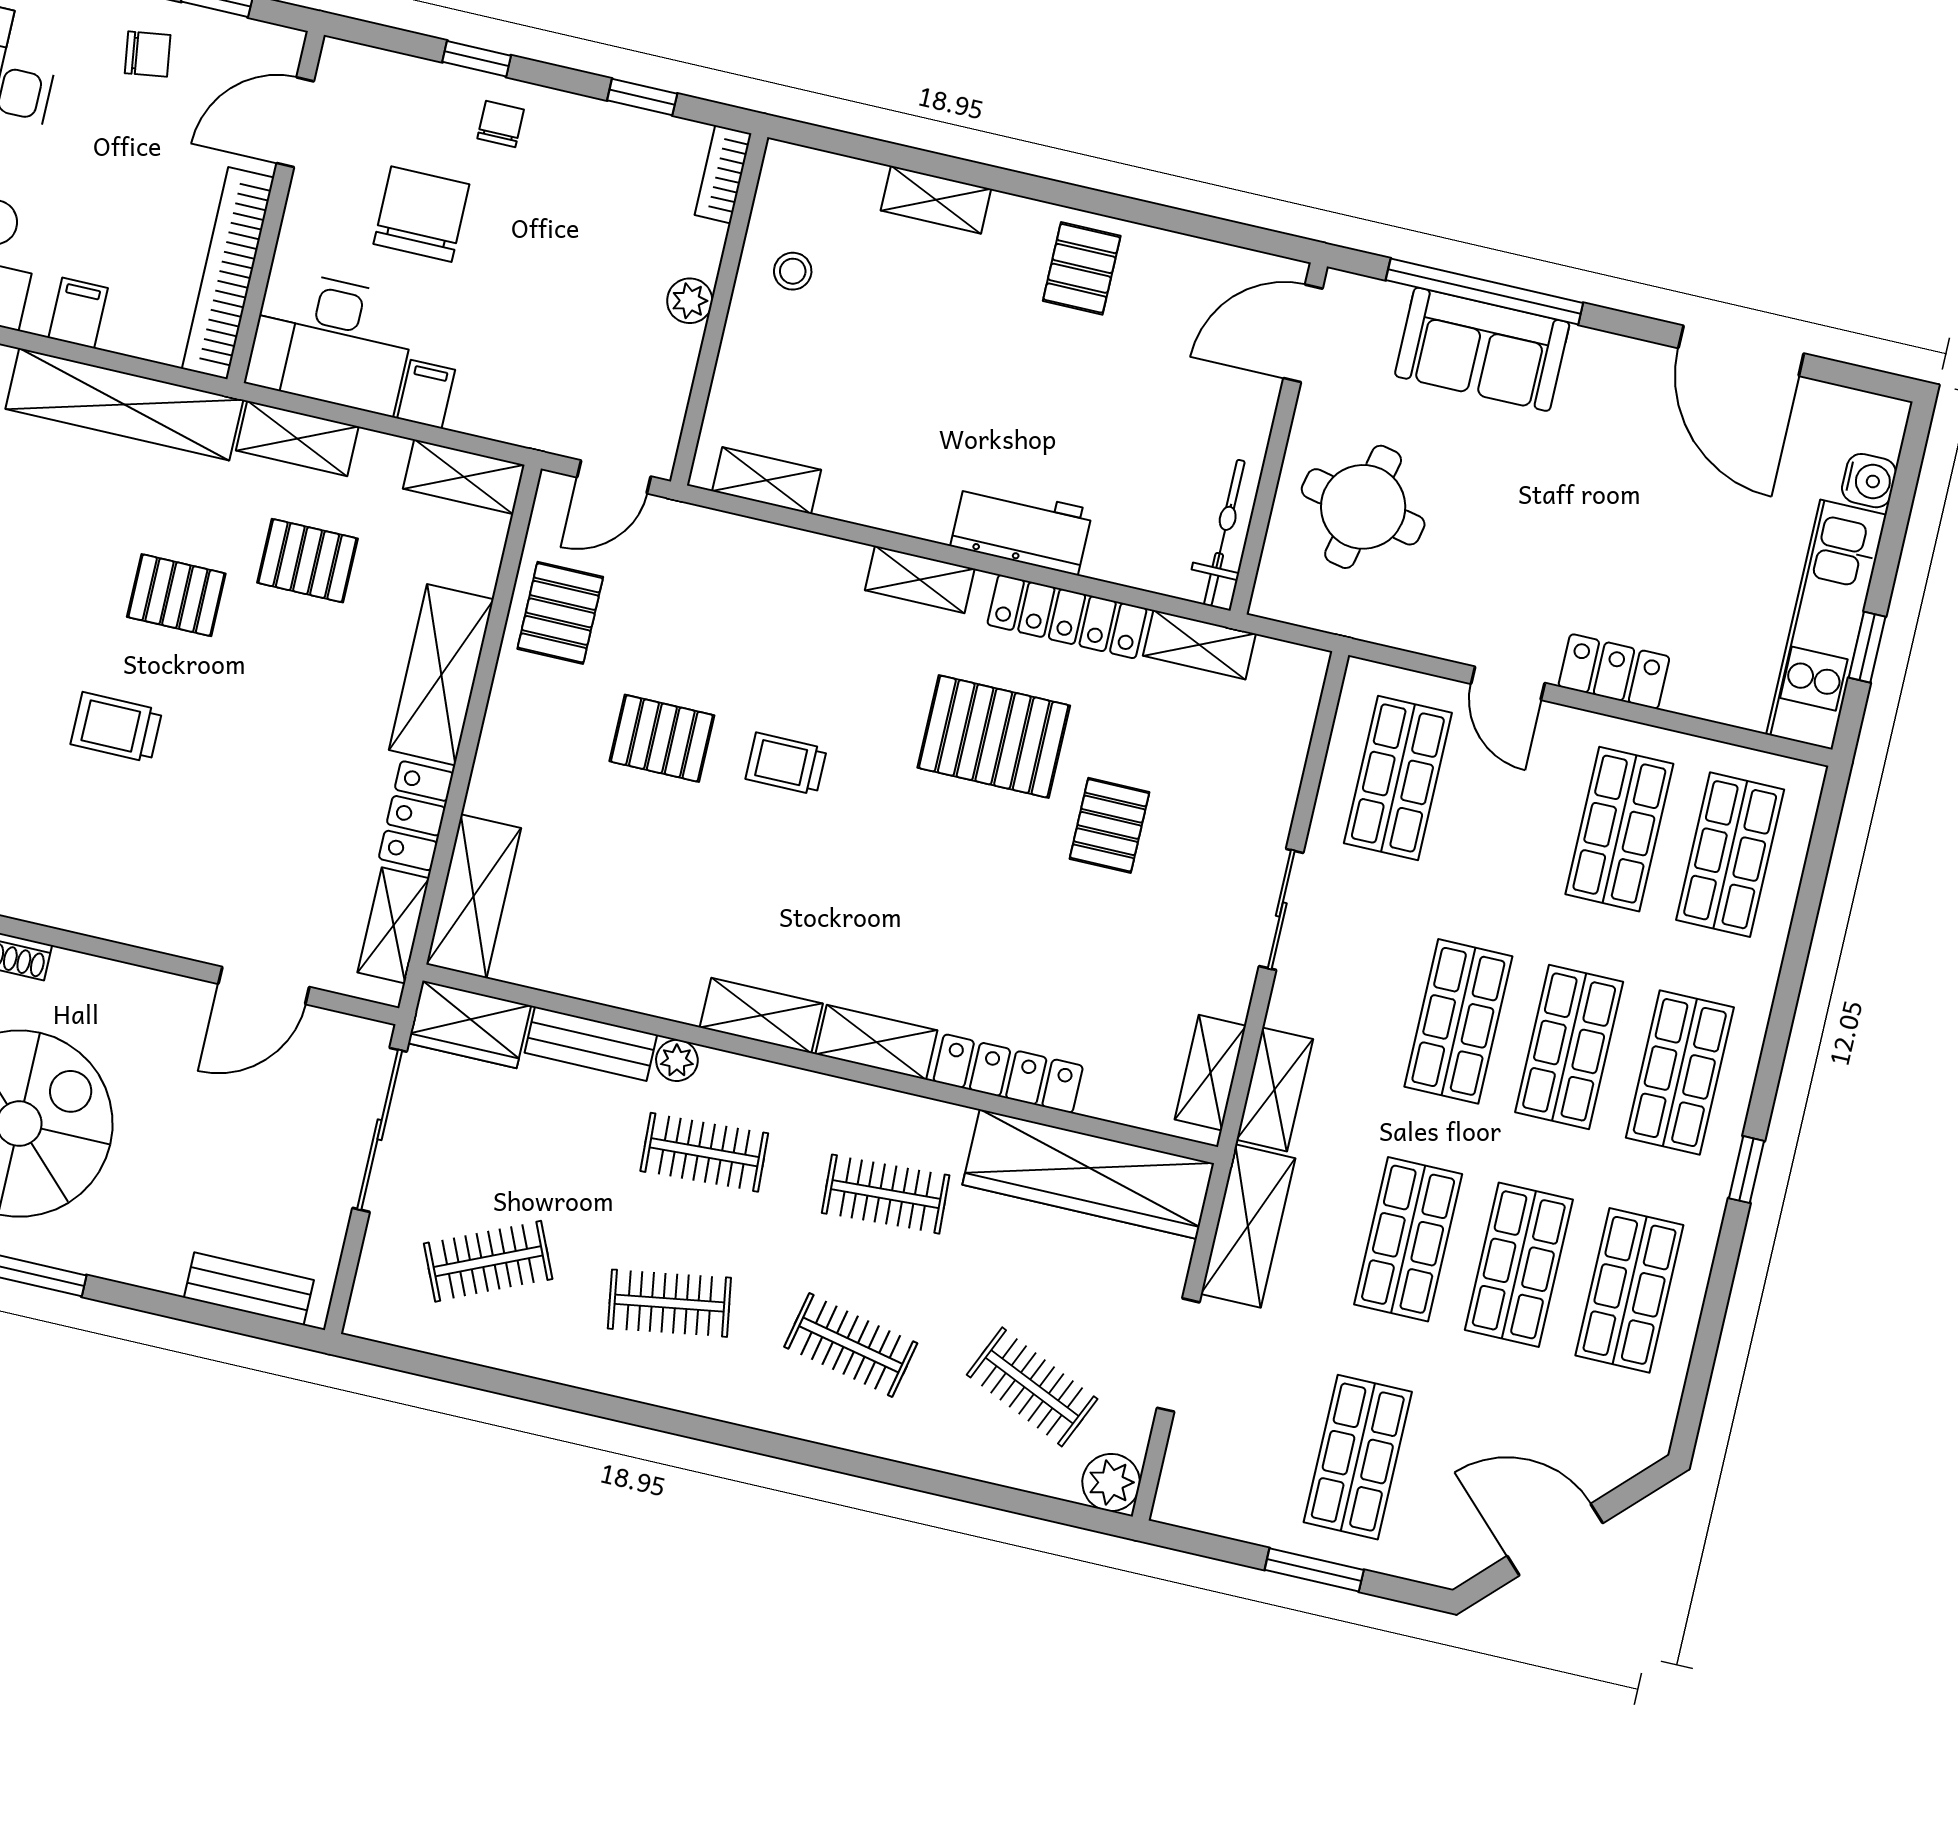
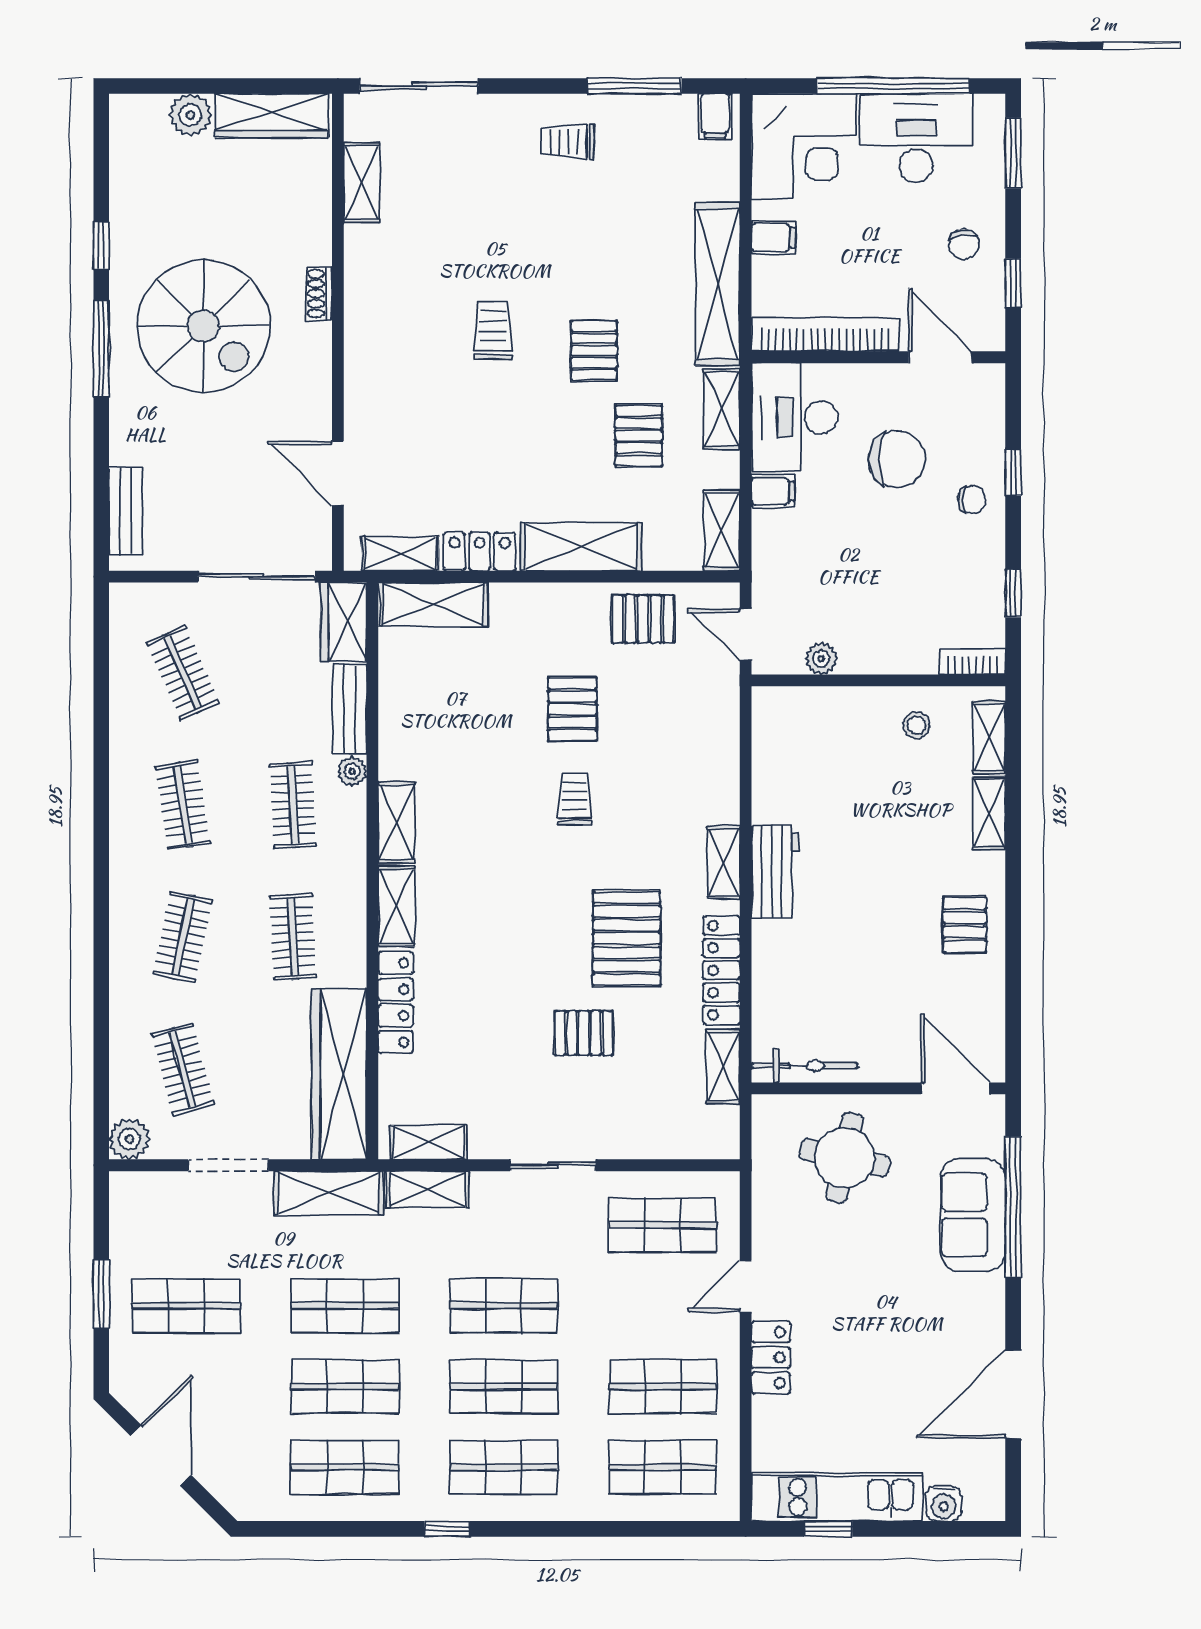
pallet: (1082, 268) -> (965, 925), turned 90
plant: (690, 301) -> (821, 659), moved
shelving: (767, 480) -> (989, 737), moved
workbench: (1021, 528) -> (775, 872), moved
clothes rail: (1032, 1387) -> (183, 1069), turned -39

